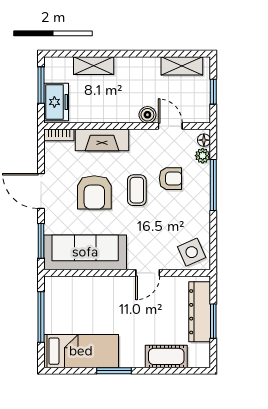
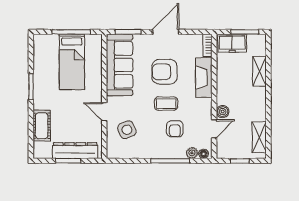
side table: (192, 252) -> (127, 130), moved
bed: (81, 351) -> (72, 62), moved

